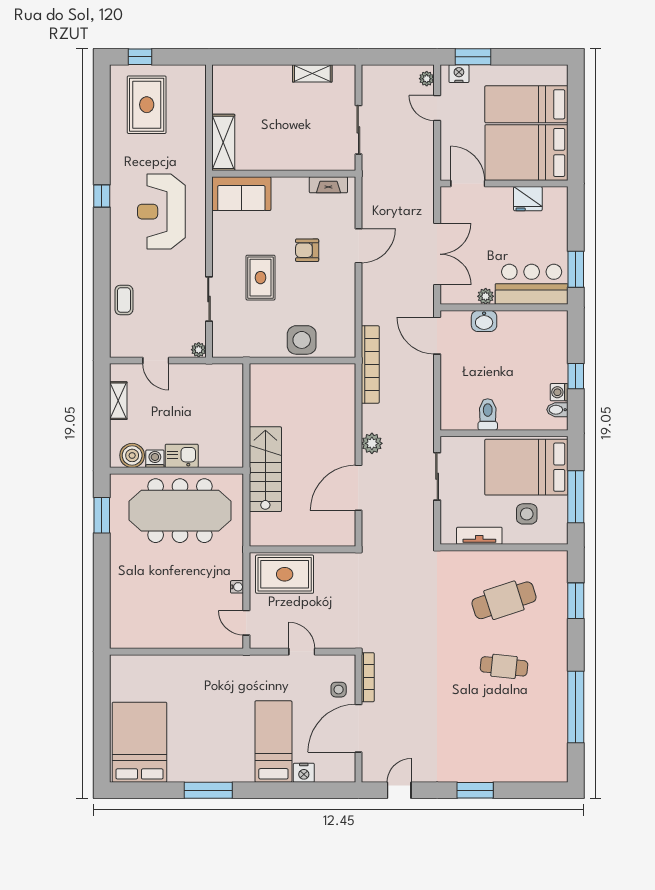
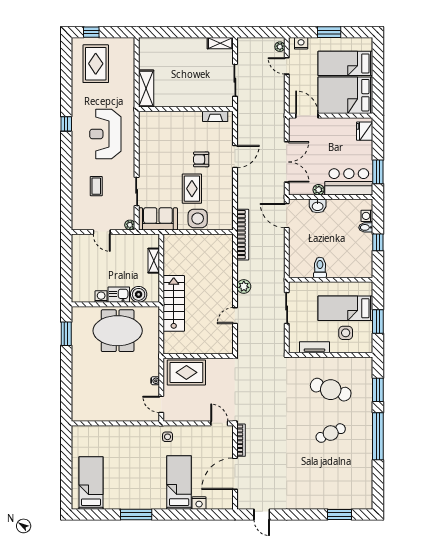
window: (473, 57) -> (329, 32), moved
shelving: (312, 73) -> (220, 43), moved
sofa: (241, 194) -> (158, 219), moved, turned 180
fridge: (528, 199) -> (365, 131), moved, turned 90
rug: (260, 278) -> (192, 189), moved
coffee table: (124, 300) -> (96, 186), moved
washing machine: (559, 392) -> (367, 216), moved
shelving: (118, 401) -> (154, 261), moved
bidet: (557, 410) -> (366, 227), moved
boiler: (132, 455) -> (139, 294), moved
bed: (526, 467) -> (345, 308), width x0.67
door: (358, 488) -> (235, 316), width x0.53
window: (576, 497) -> (378, 322), width x0.69
meeting table: (180, 511) -> (118, 331), width x0.73
cafe table: (504, 600) -> (331, 390), turned 36
door: (302, 652) -> (219, 423), moved
cafe table: (504, 666) -> (331, 433), turned -30
side table: (339, 690) -> (168, 437), moved
window: (576, 707) -> (378, 436), moved
bed: (139, 742) -> (91, 483), width x0.67
door: (399, 790) -> (262, 515), swing flipped
window: (475, 790) -> (340, 515), moved

